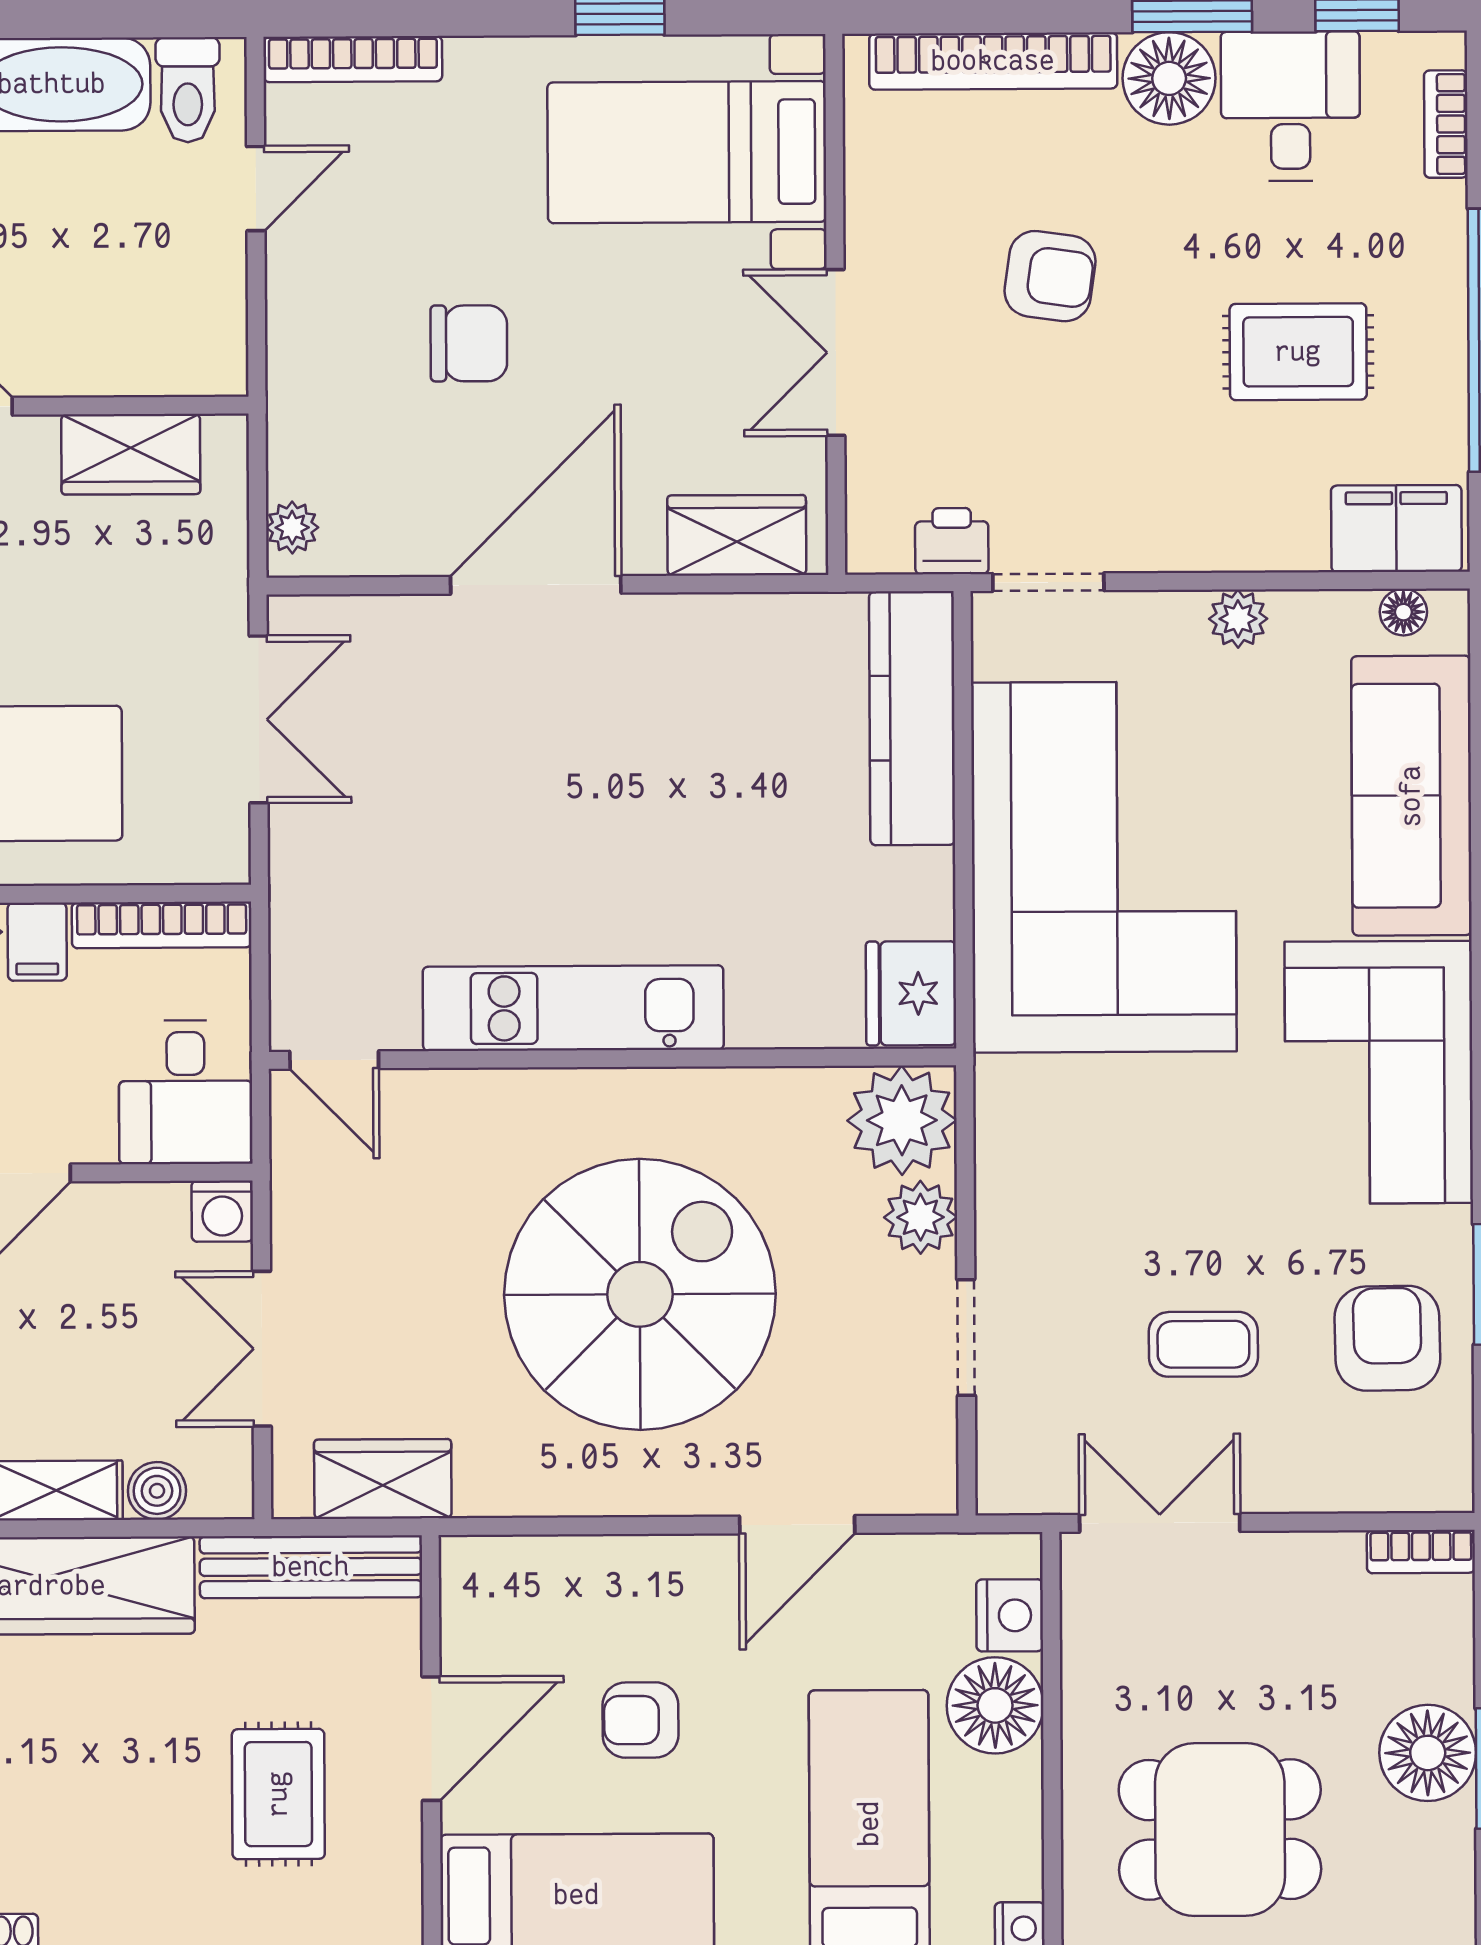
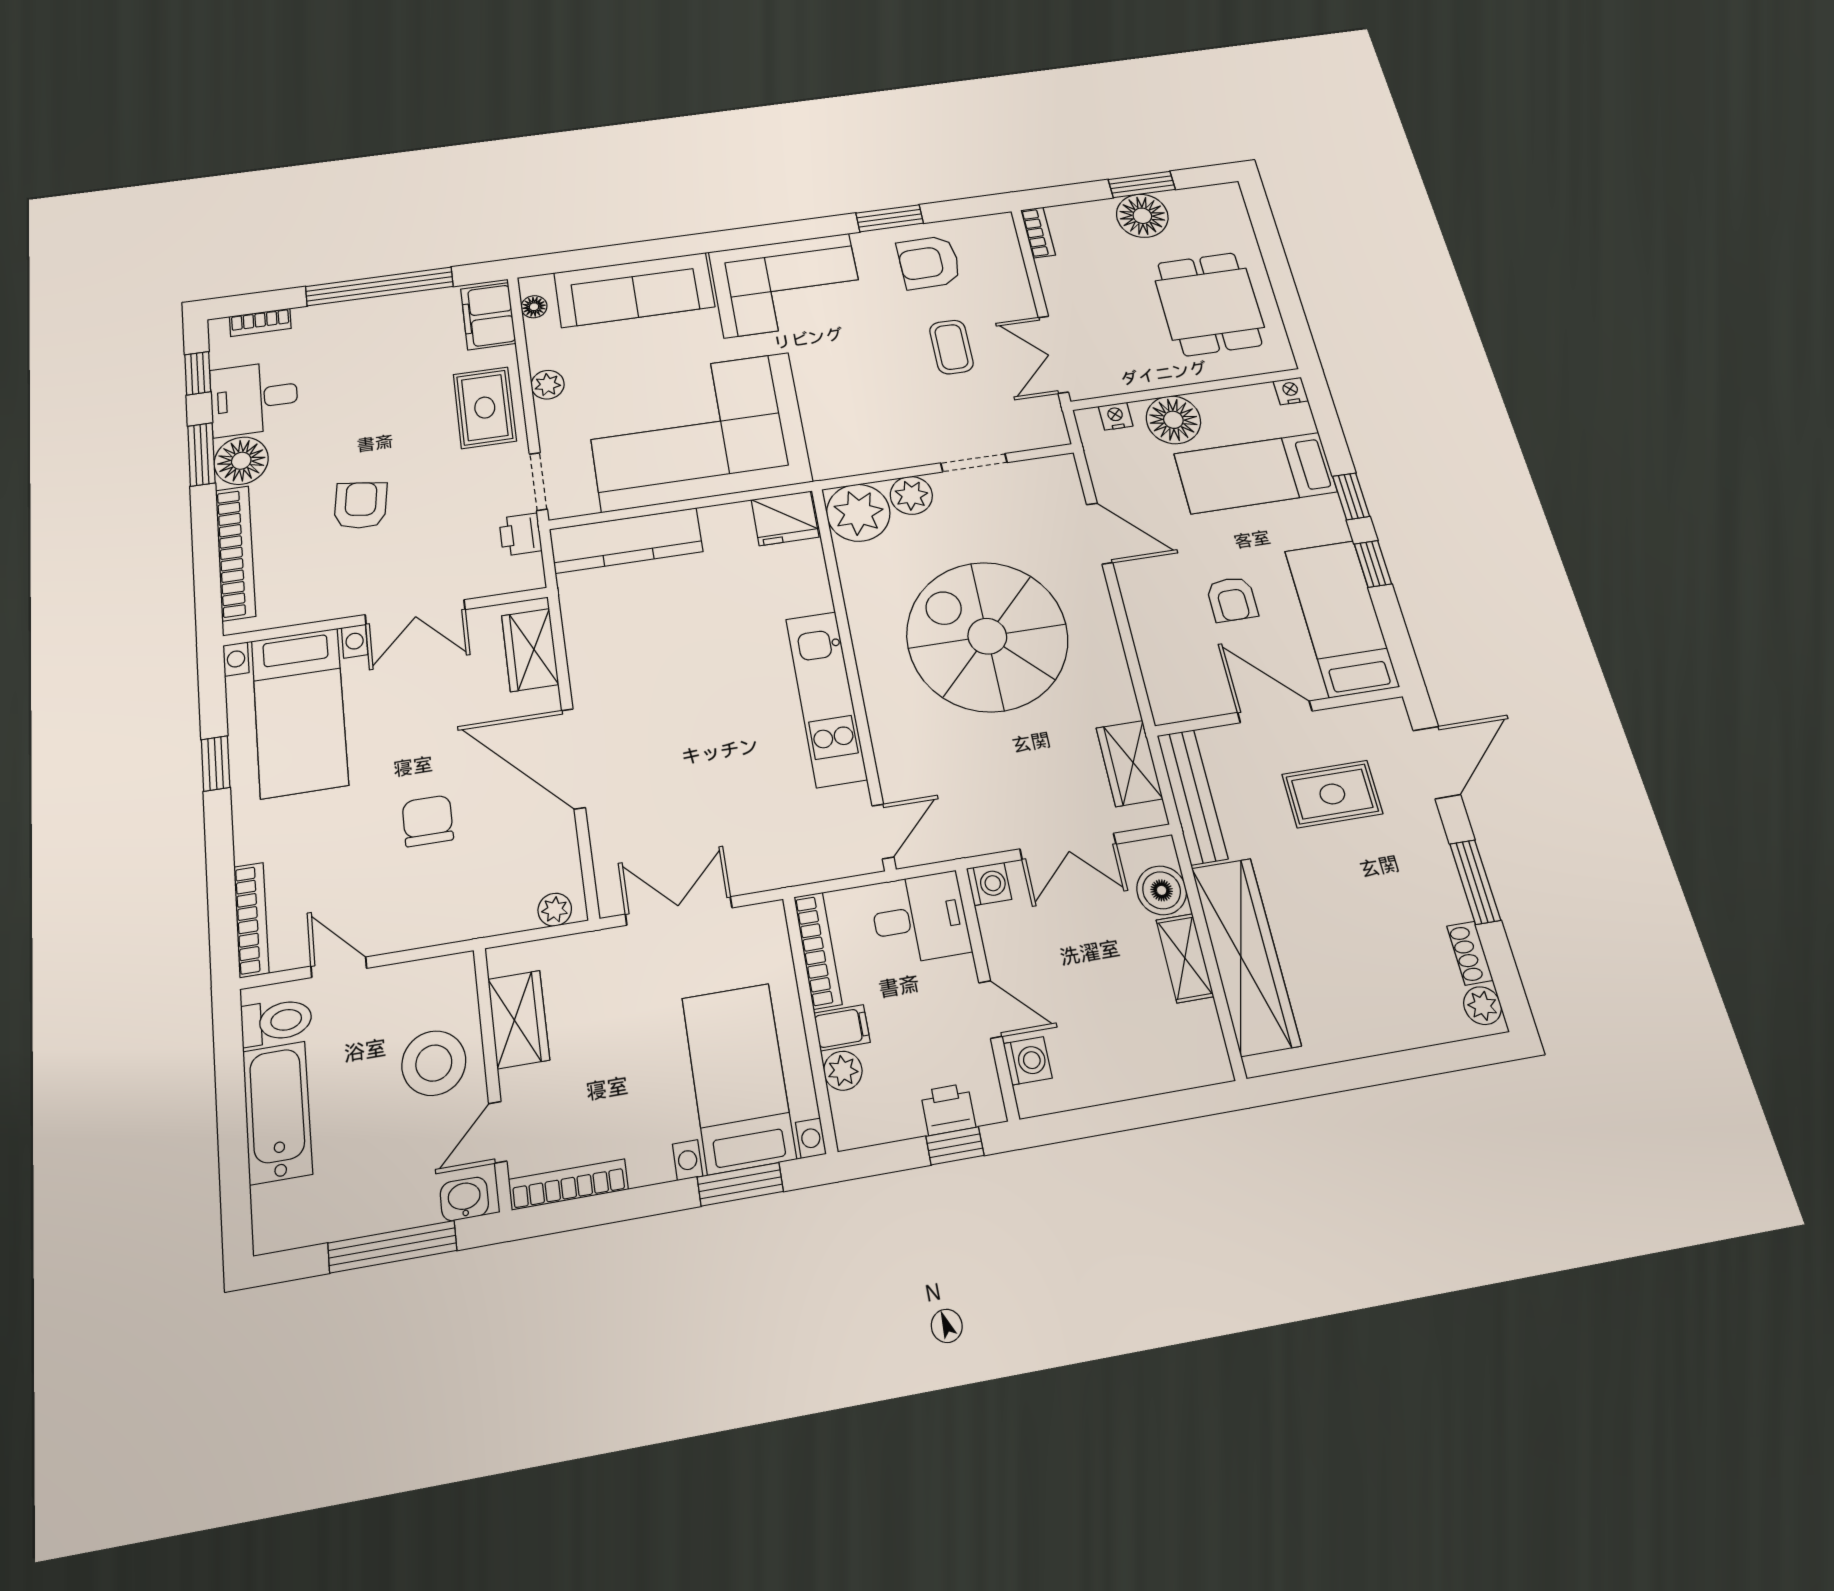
stool: (86, 321) -> (434, 1063), added
rug: (1298, 352) -> (485, 408), moved
boiler: (157, 1491) -> (1162, 890), width x1.36, depth x1.36
nightstand: (1010, 1615) -> (1116, 416), width x0.72, depth x0.74

